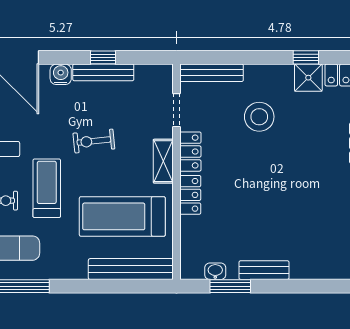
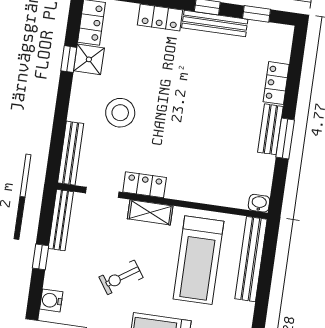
bench: (103, 72) -> (61, 220), moved
exercise bike: (94, 141) -> (121, 277), turned 62
locker: (190, 195) -> (276, 83), moved, turned -90
washbasin: (215, 271) -> (259, 203), moved, turned 90
window: (230, 286) -> (285, 138), moved

